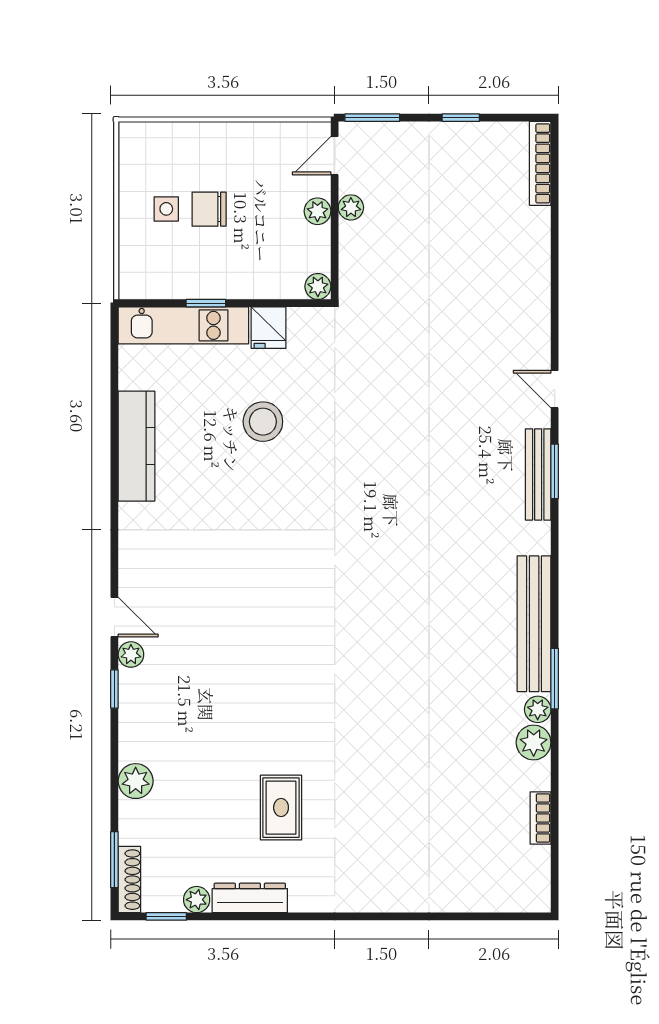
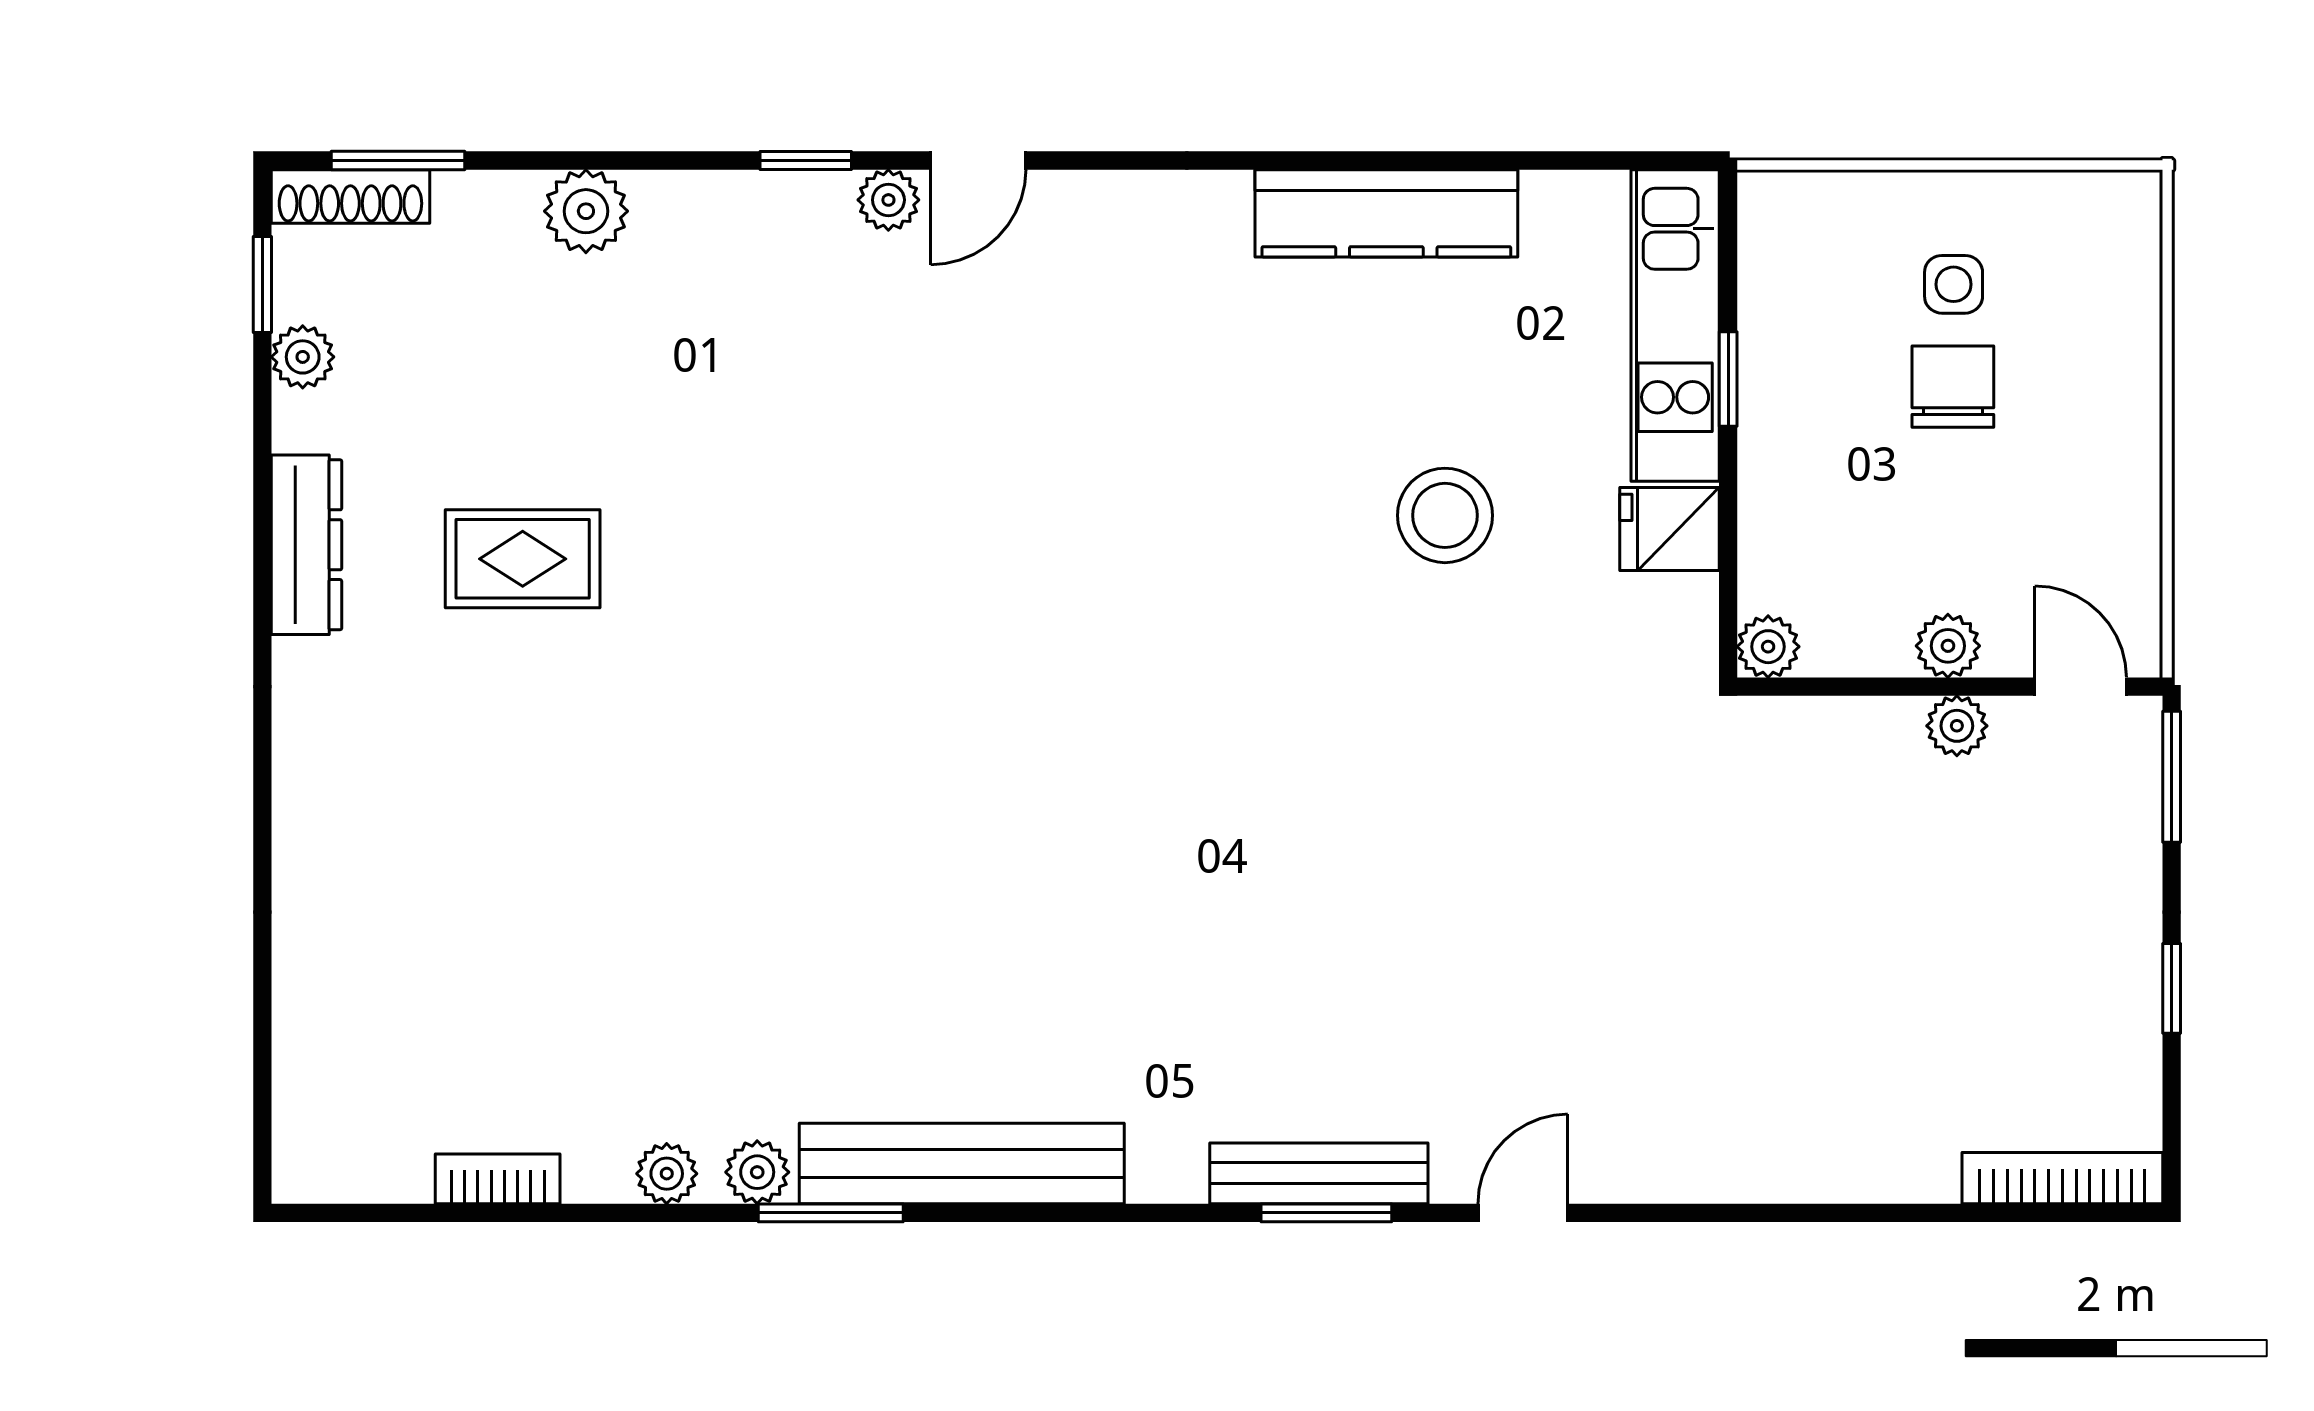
plant: (534, 743) -> (667, 1174), width x0.73, depth x0.73
dresser: (250, 898) -> (307, 545), moved

